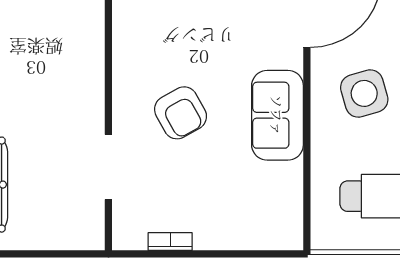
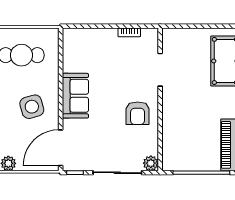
armchair: (181, 113) -> (138, 113), moved, turned -151

